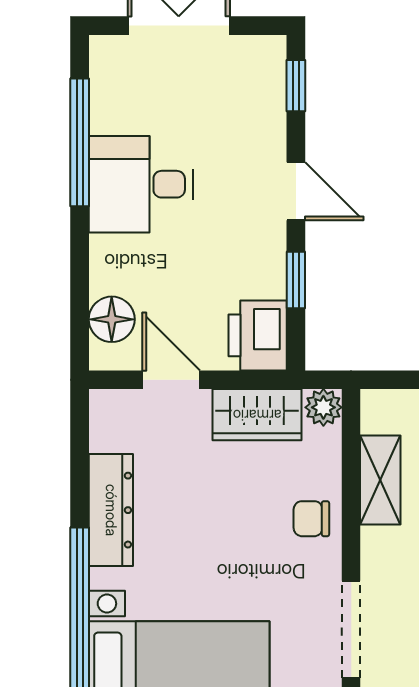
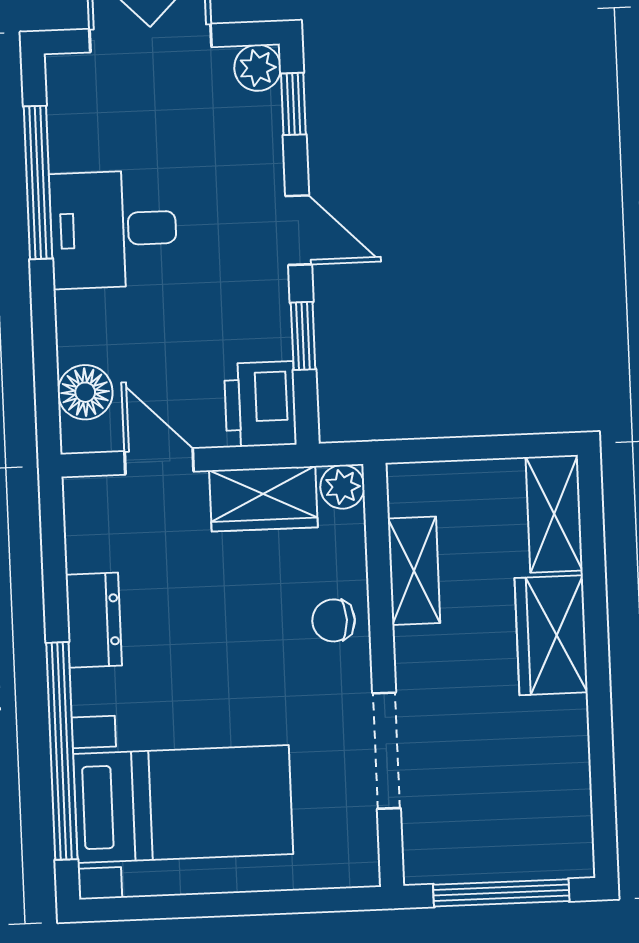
plant: (267, 54) -> (258, 68), added
dresser: (111, 510) -> (94, 620), width x0.70

